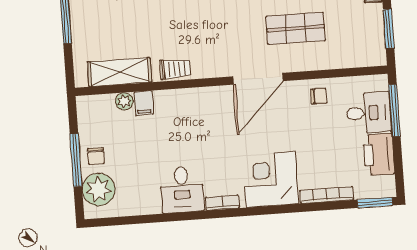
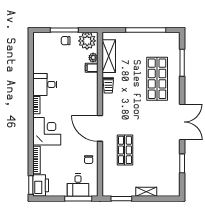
printer: (379, 154) -> (41, 185), moved, turned 90
plant: (99, 189) -> (87, 41), moved

